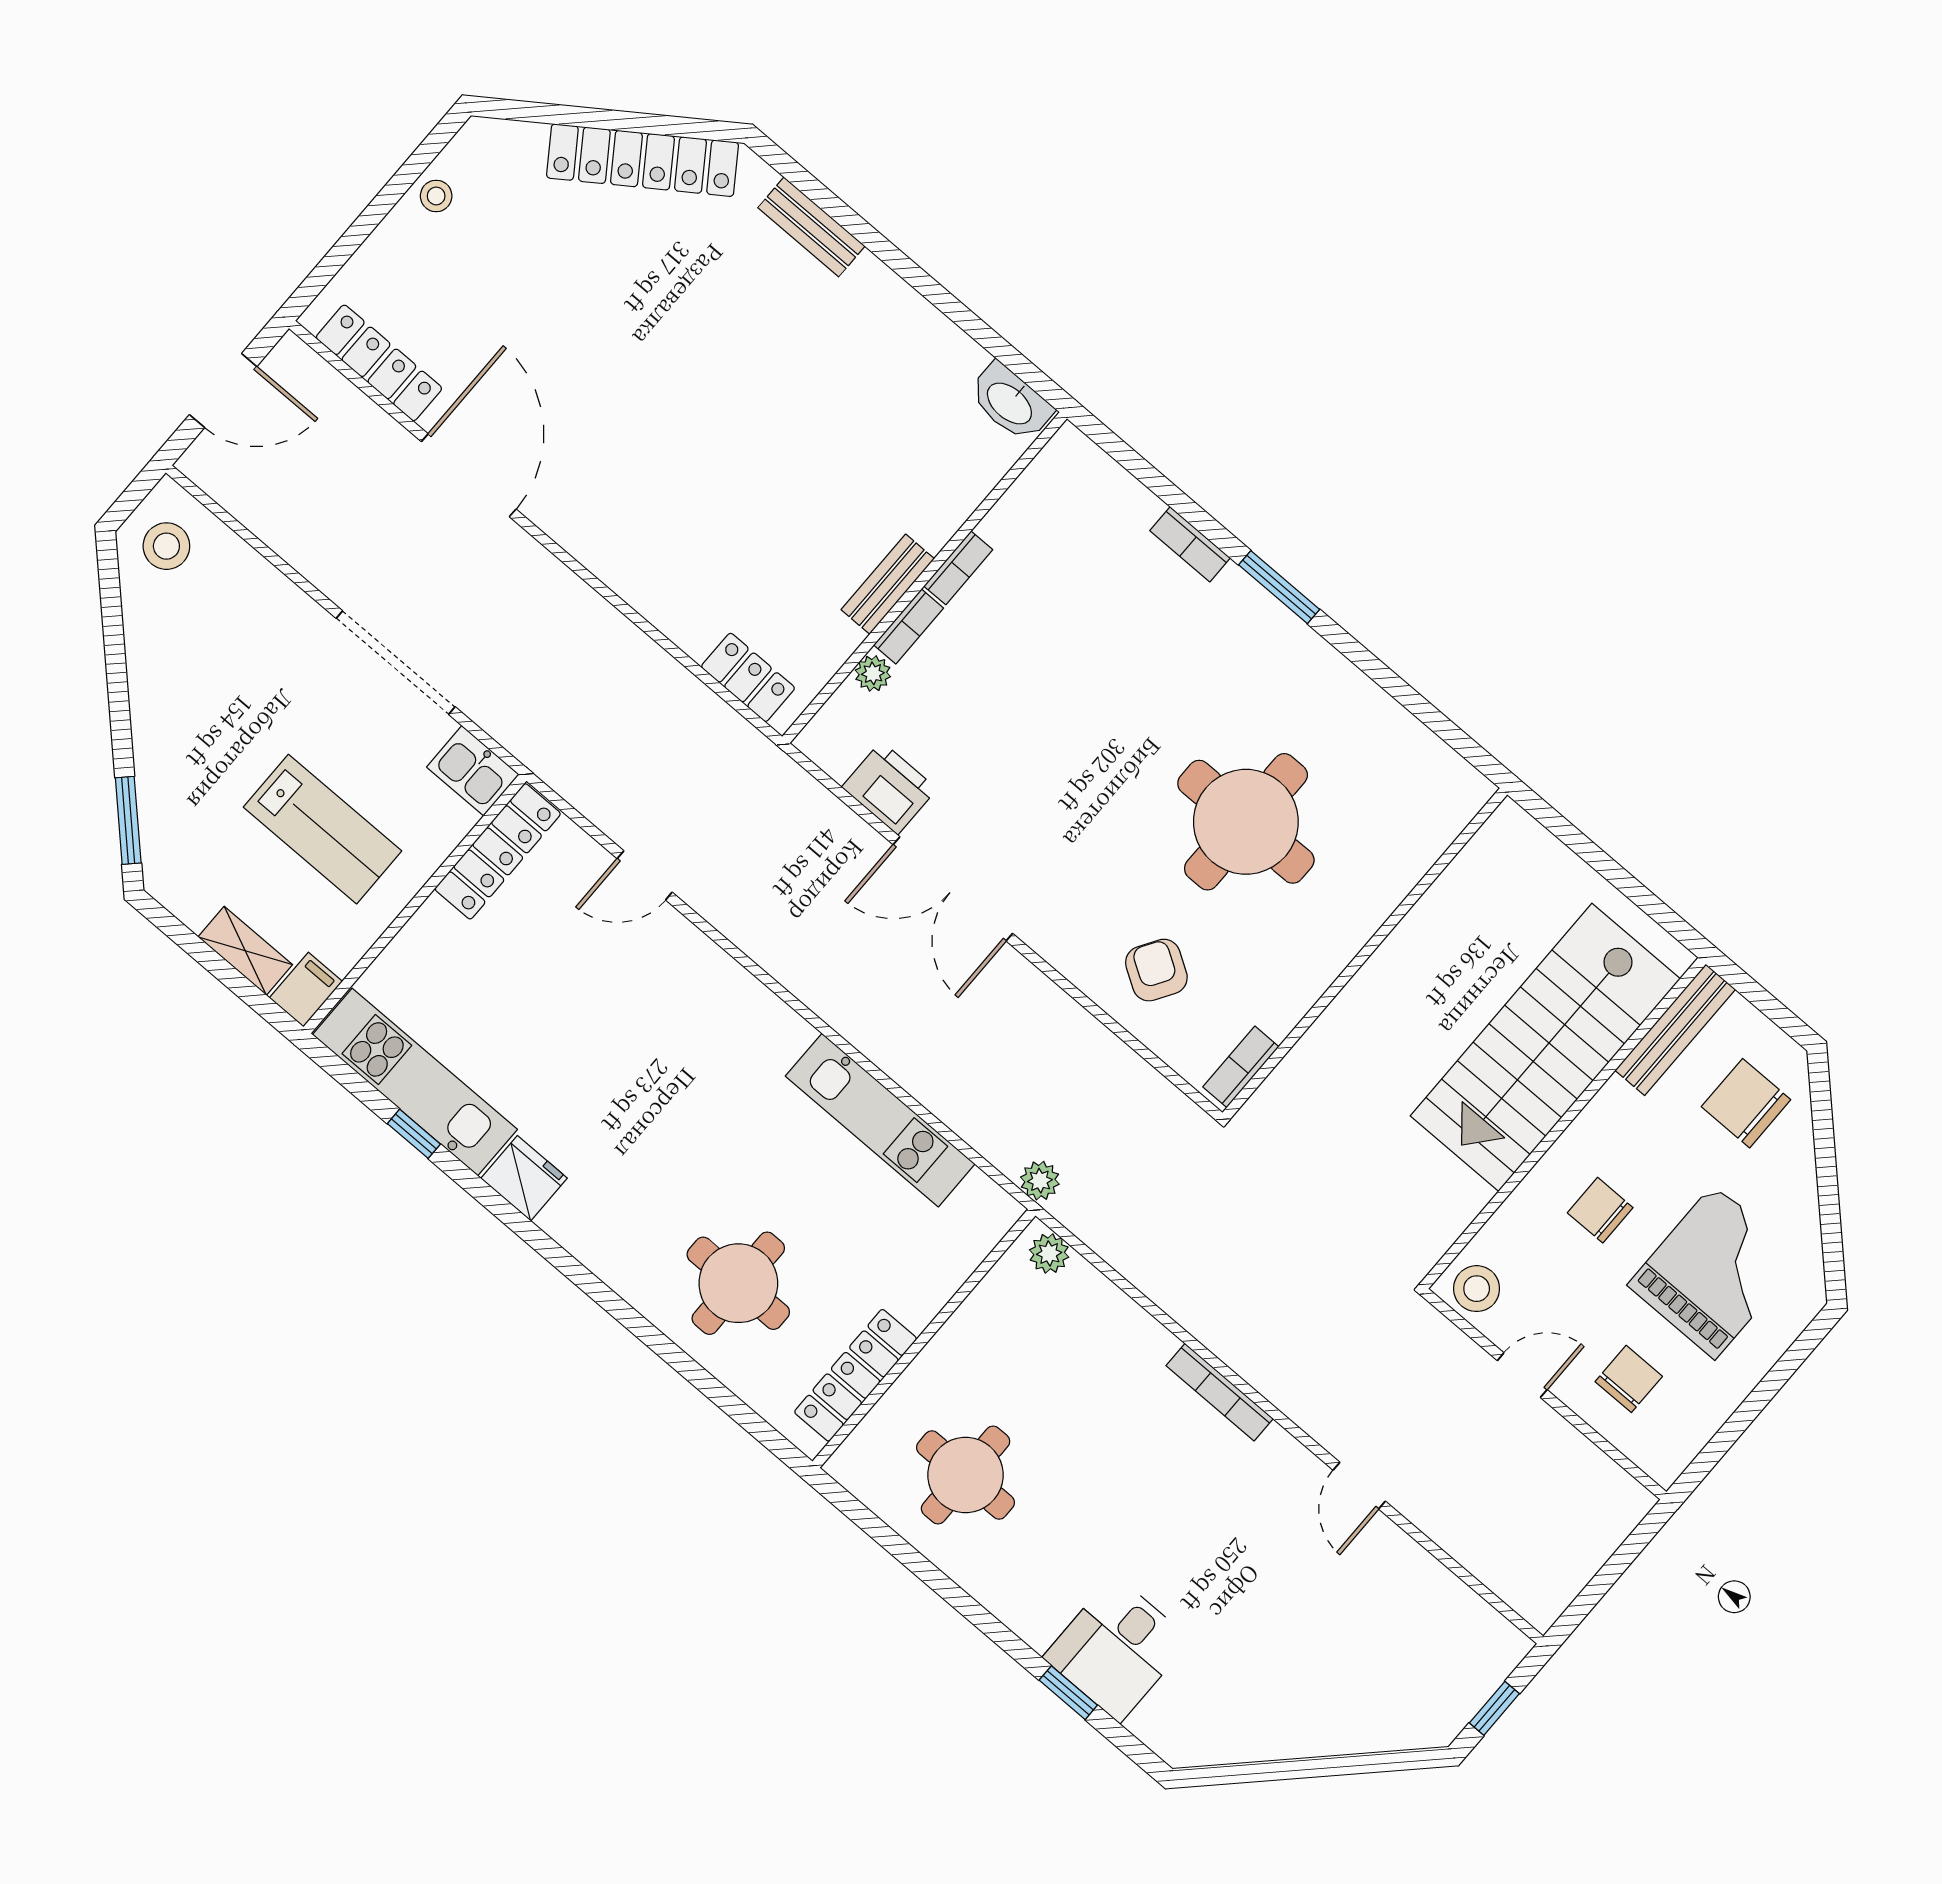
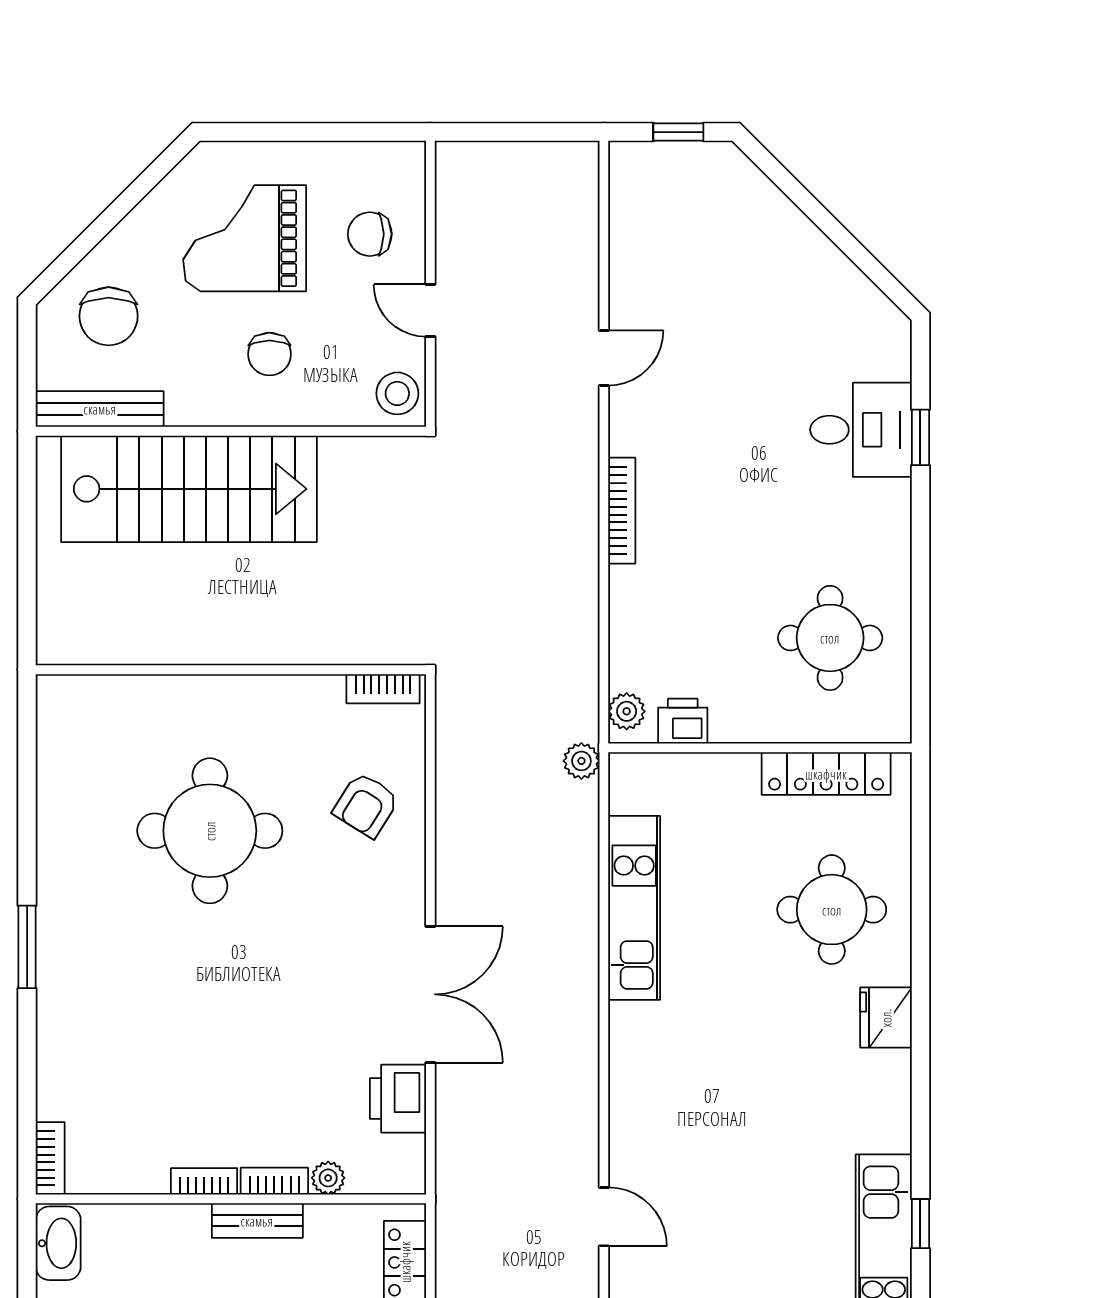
bookcase: (1190, 544) -> (50, 1158), moved
fridge: (524, 1178) -> (886, 1018), moved
printer: (1001, 1293) -> (683, 721), added

